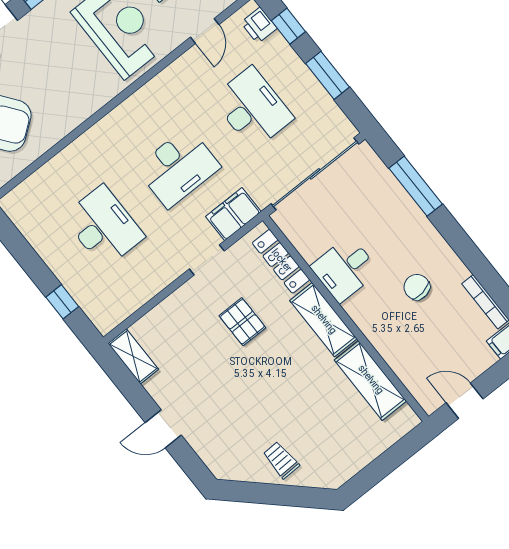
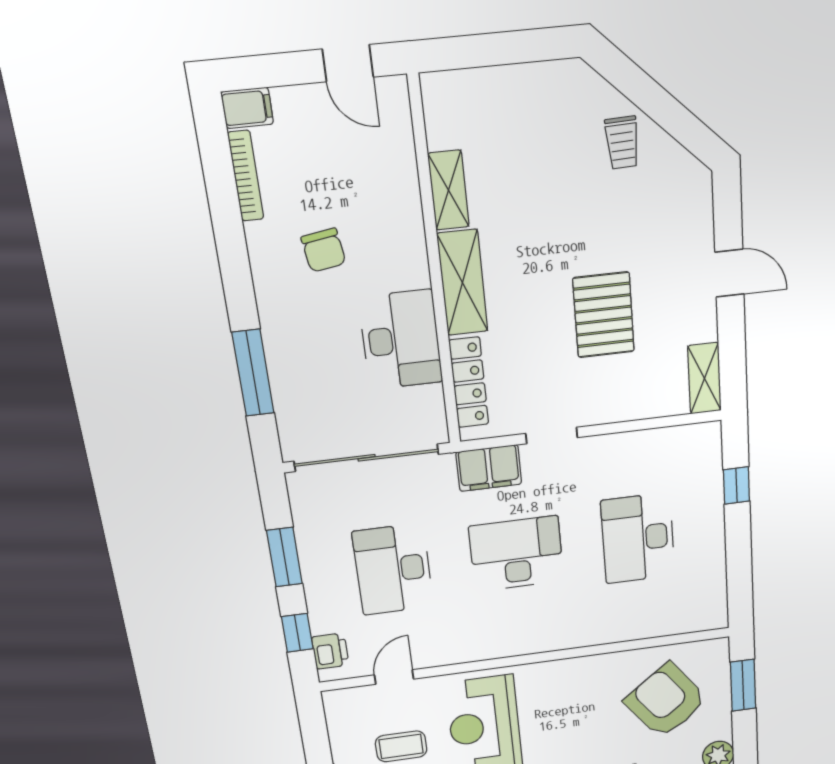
desk: (345, 269) -> (401, 340), width x1.37
pallet: (242, 322) -> (604, 315), moved, width x1.50, depth x1.42
shelving: (370, 380) -> (448, 190), width x0.67, depth x0.75

